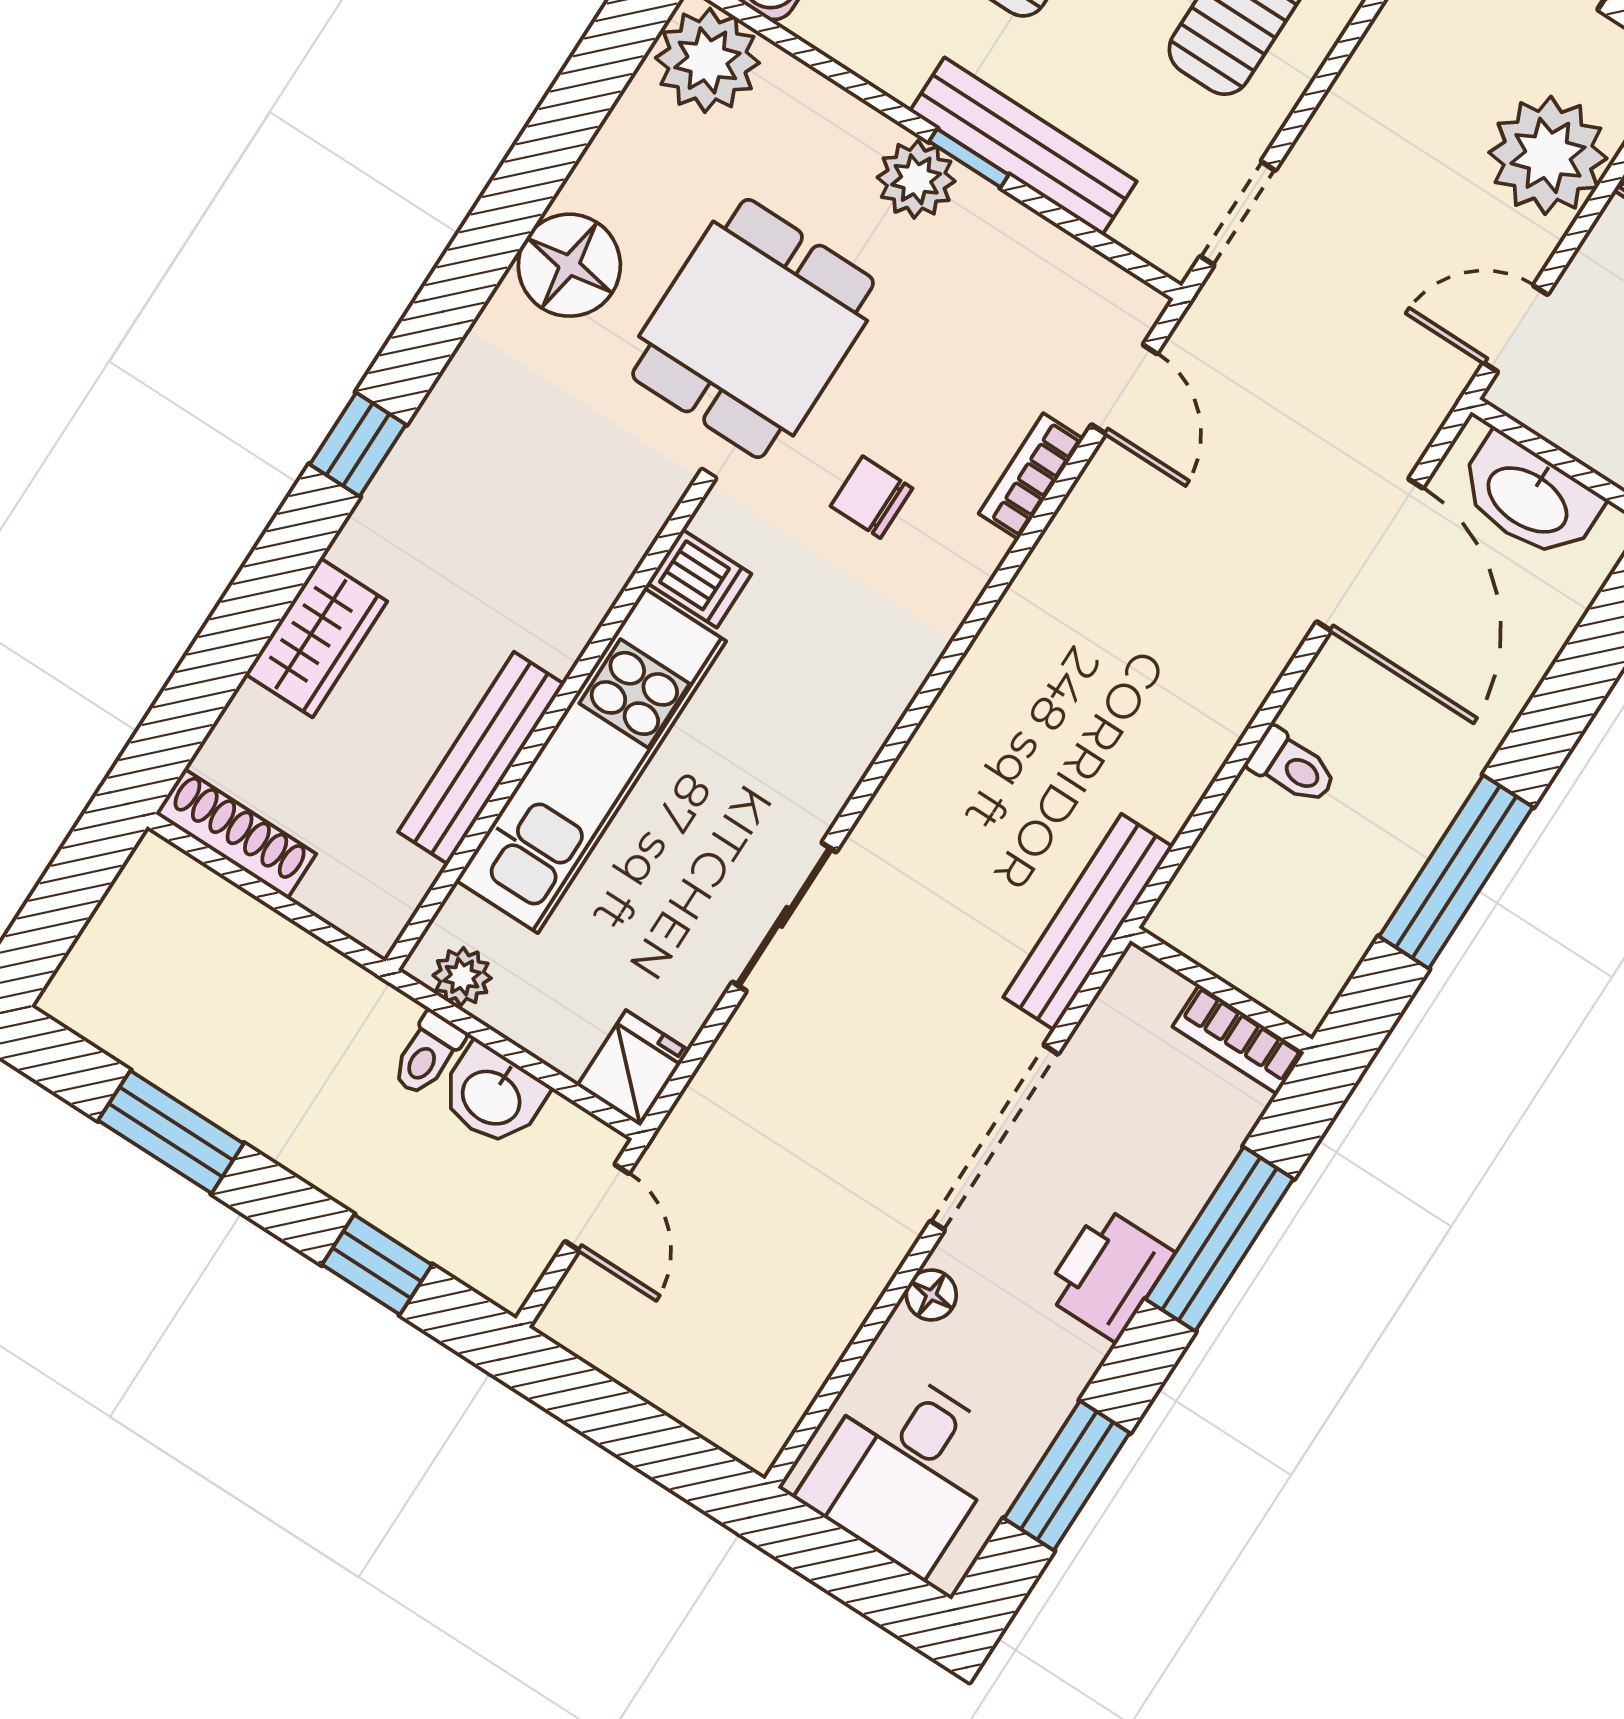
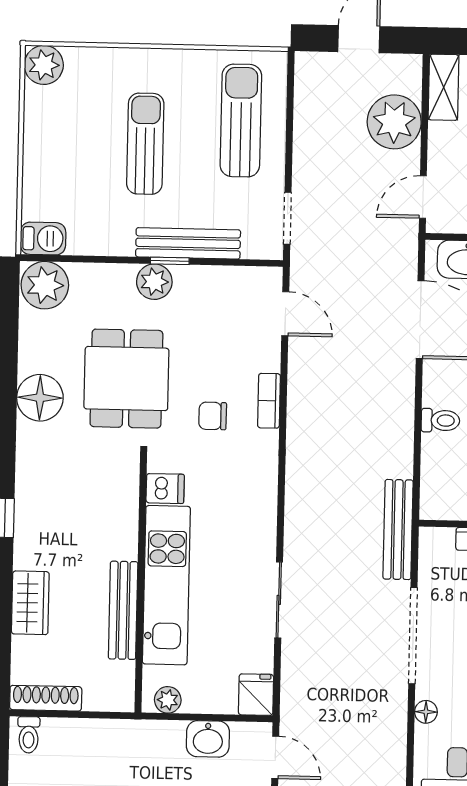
bookcase: (1031, 476) -> (269, 401), moved
toilet: (428, 1054) -> (29, 735), moved

